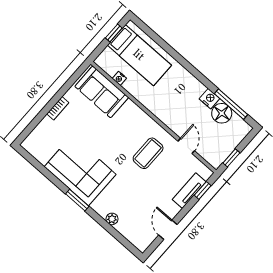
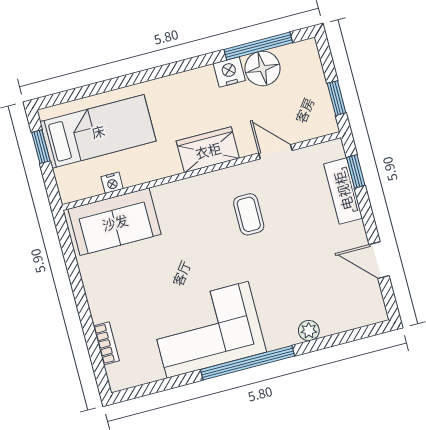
bookcase: (58, 108) -> (106, 343), moved
wardrobe: (166, 113) -> (208, 150), added
coffee table: (148, 153) -> (249, 214), width x0.73, depth x0.77
window: (77, 200) -> (248, 363), width x2.11

